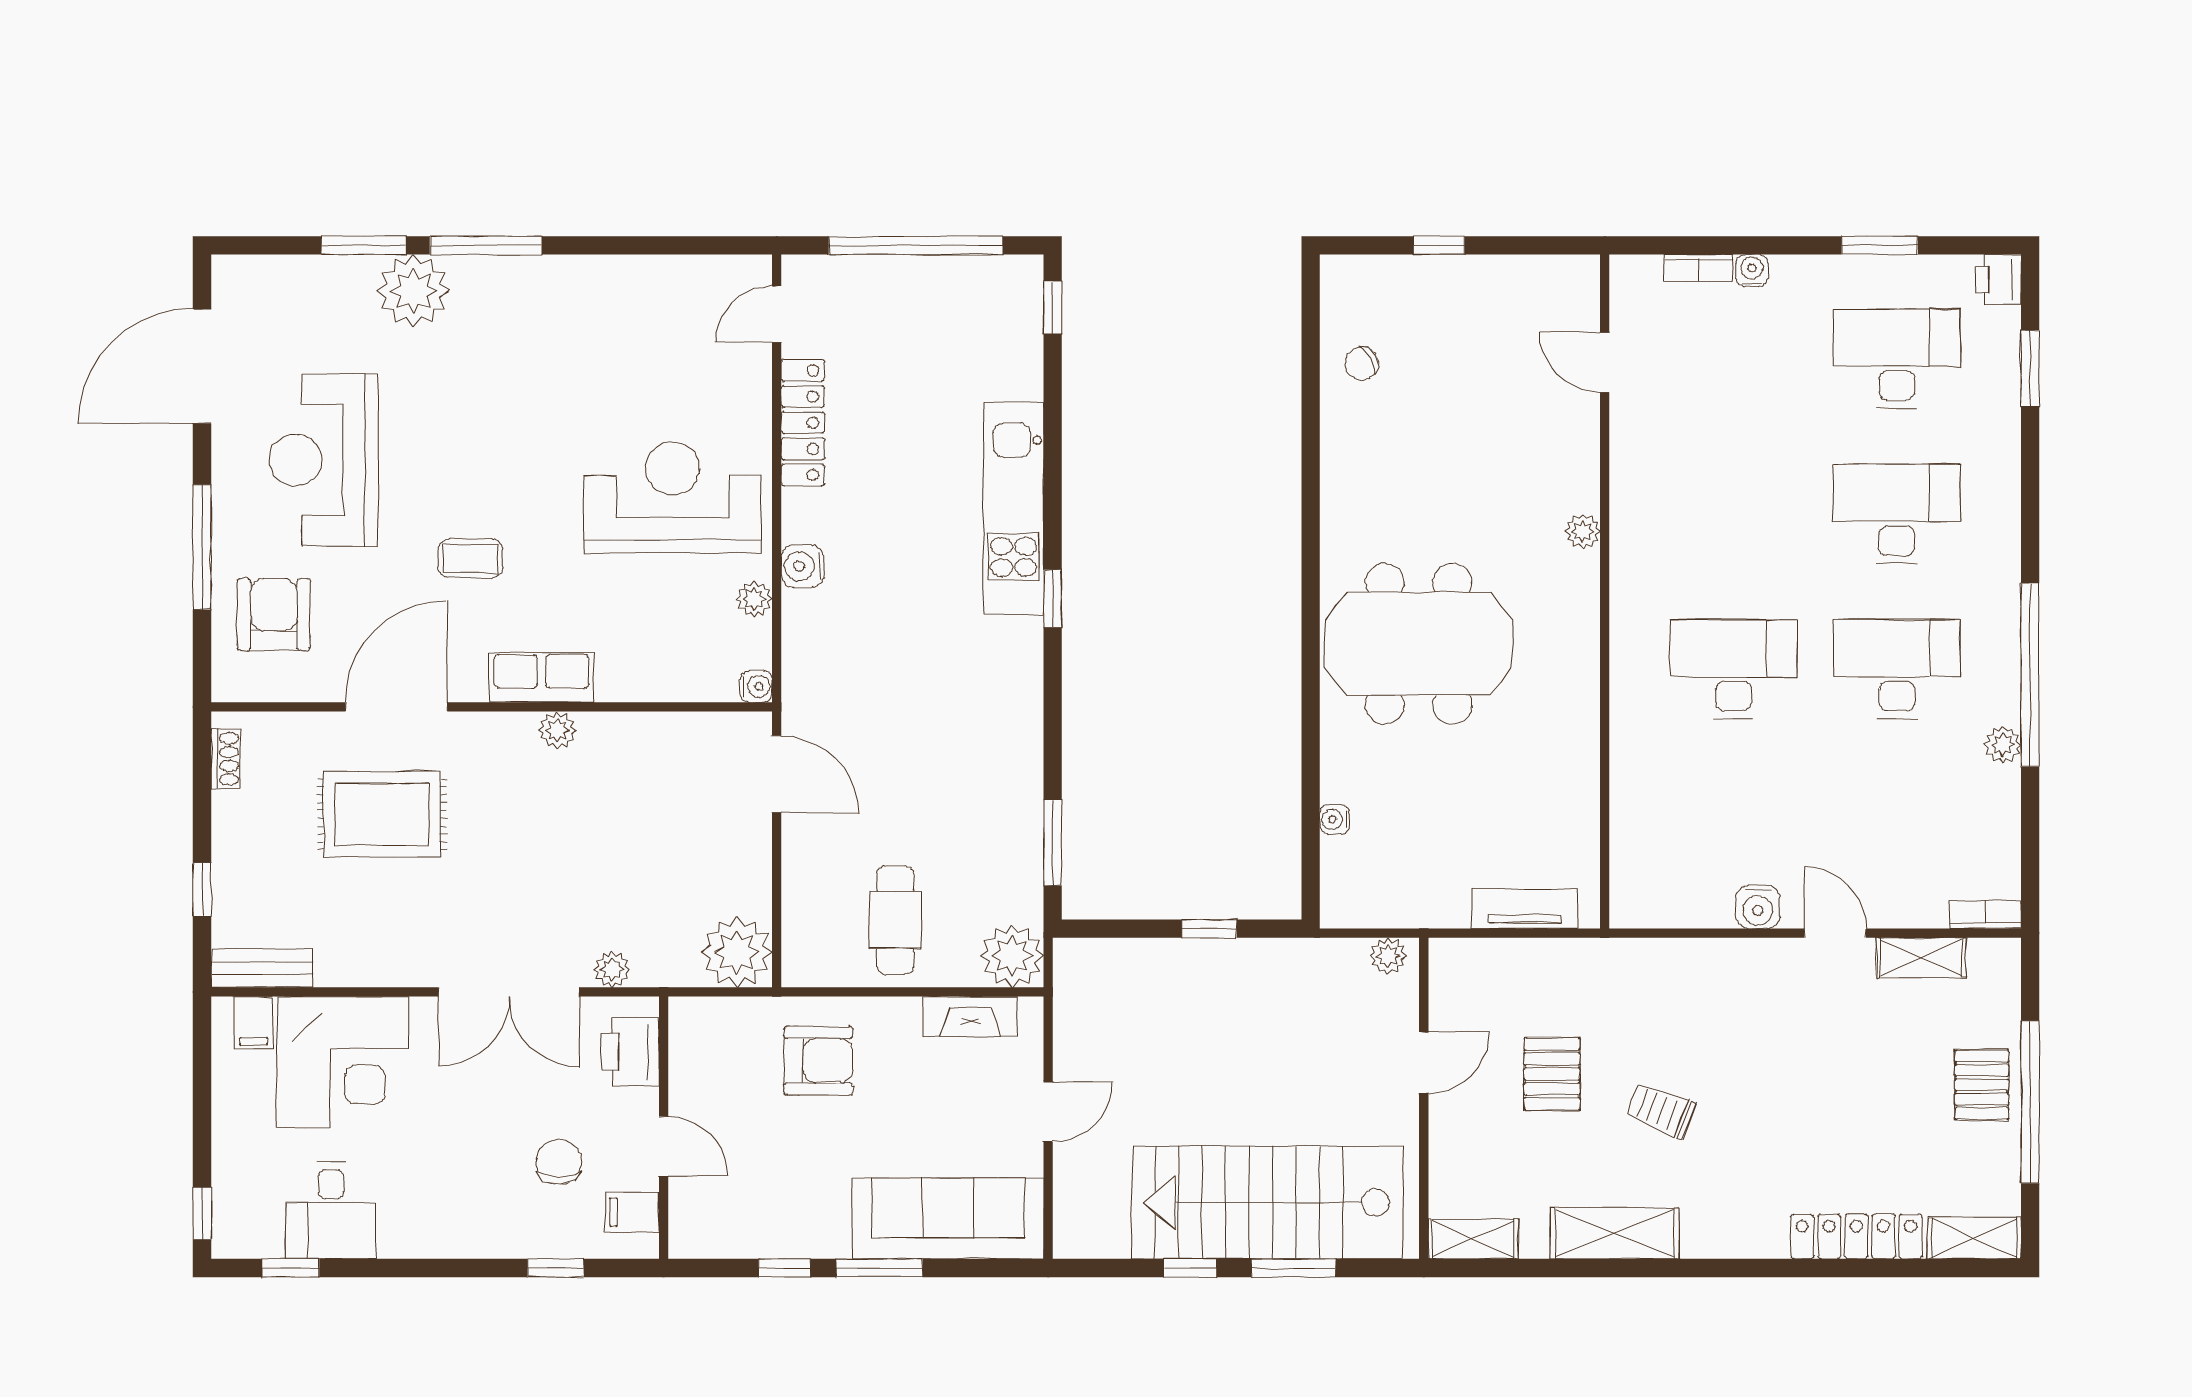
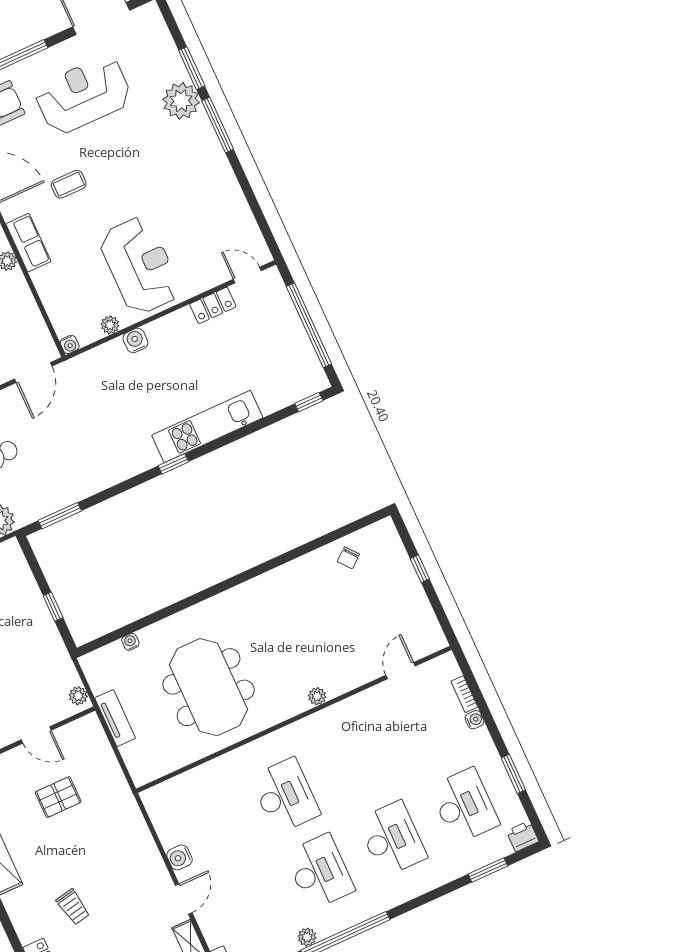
chair: (1362, 363) -> (348, 558), turned -100
locker: (803, 423) -> (213, 305), width x0.66
coffee table: (470, 558) -> (69, 184), turned 90
meeting table: (1419, 644) -> (209, 687), moved
tv unit: (1525, 908) -> (115, 718), moved
trolley: (1661, 1111) -> (73, 907), moved, turned 148

